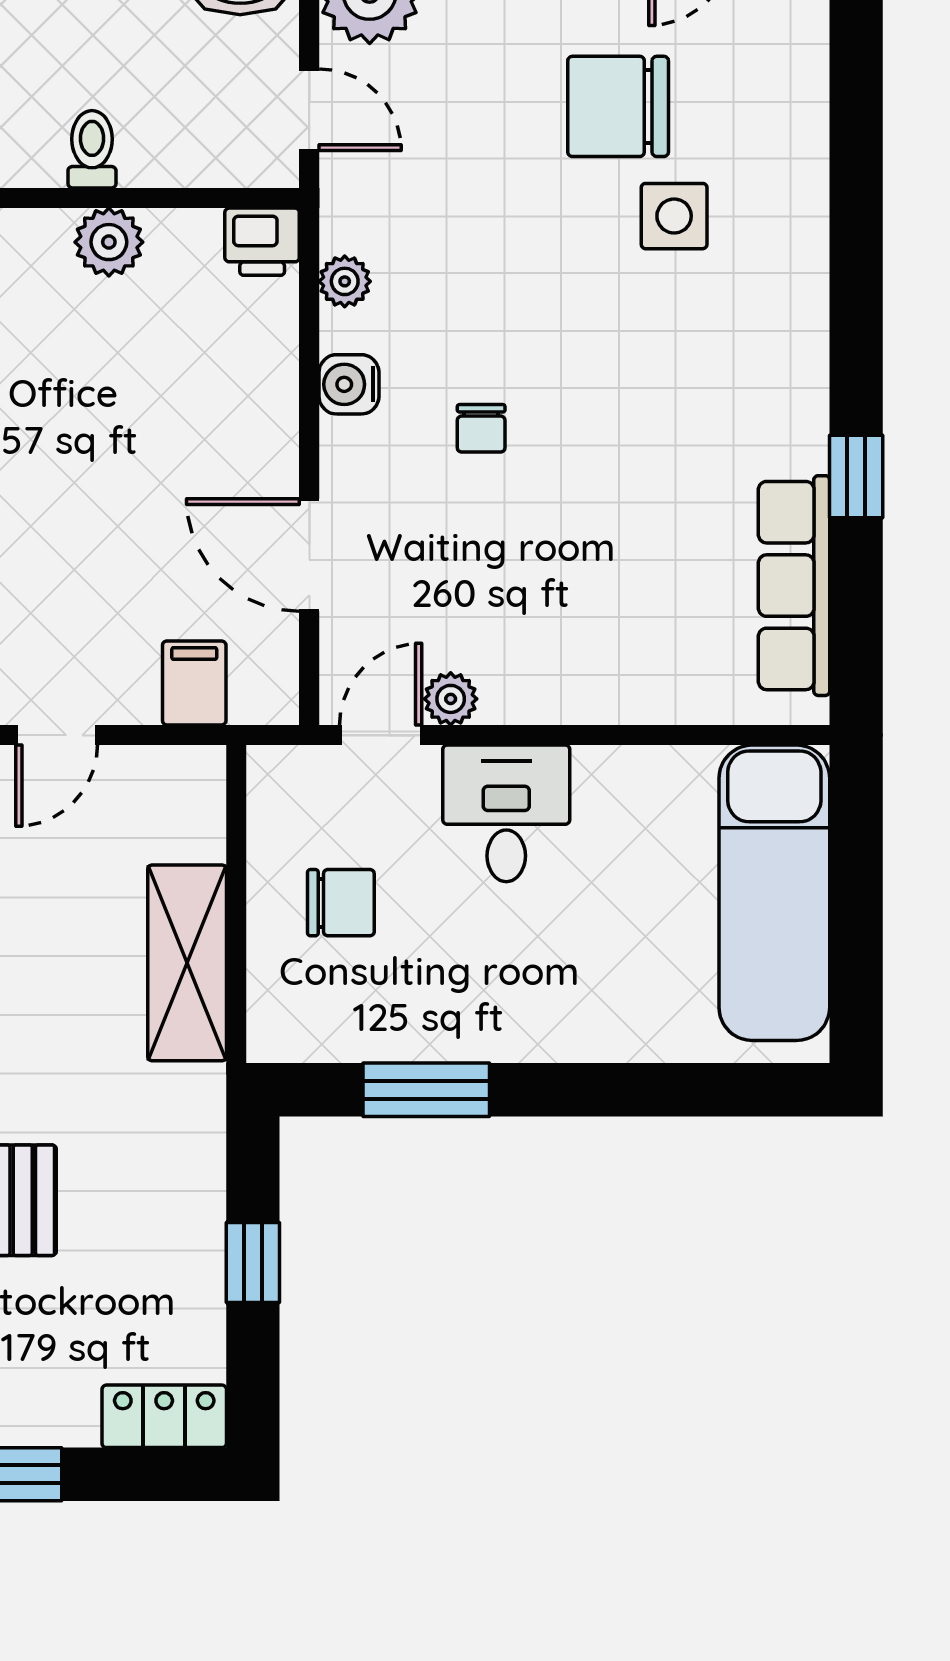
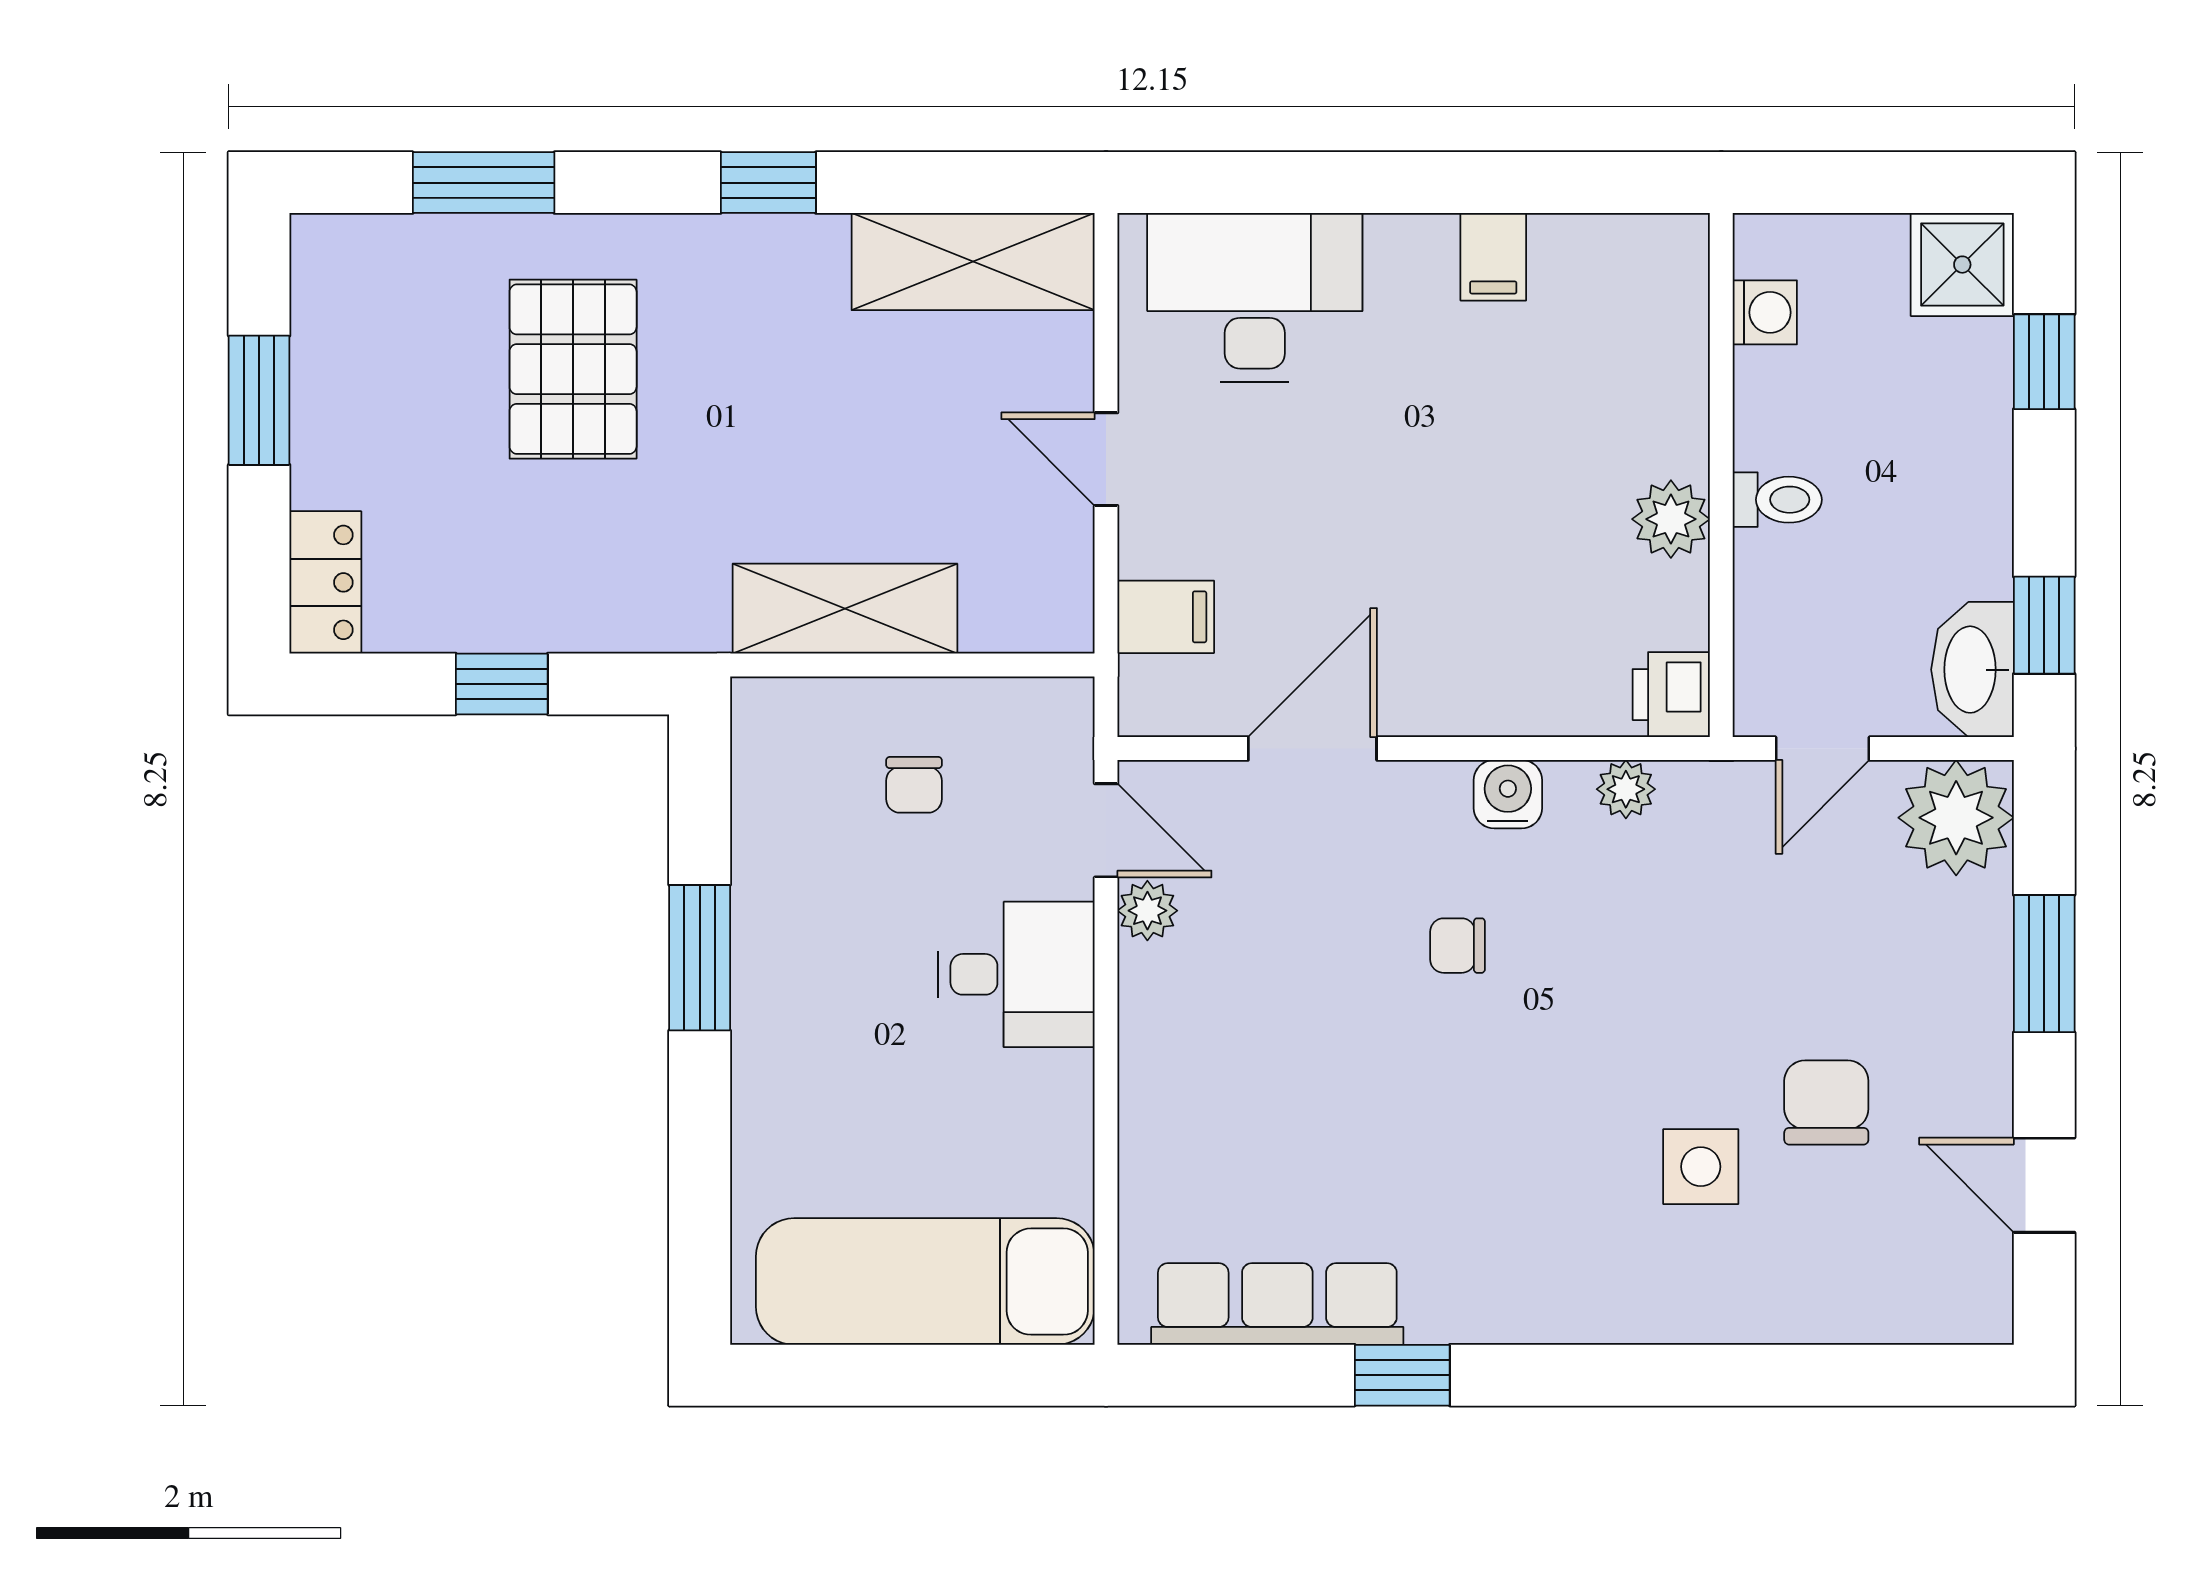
chair: (618, 106) -> (1826, 1102), width x0.73, depth x0.73
chair: (341, 903) -> (914, 785), width x0.73, depth x0.73
window: (426, 1090) -> (700, 958), moved

